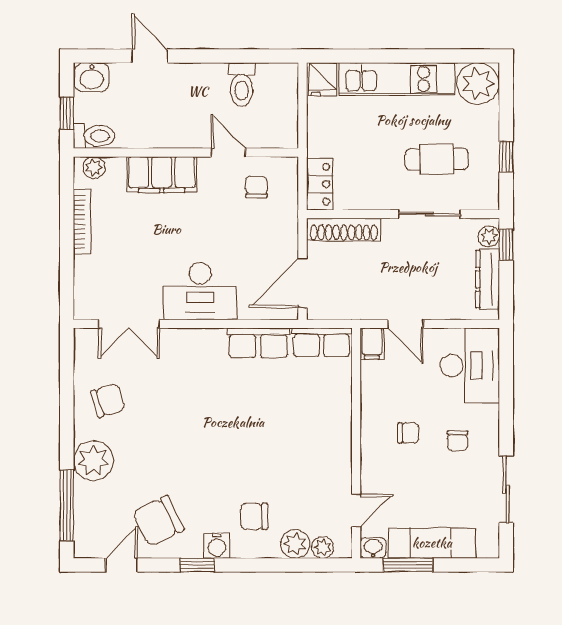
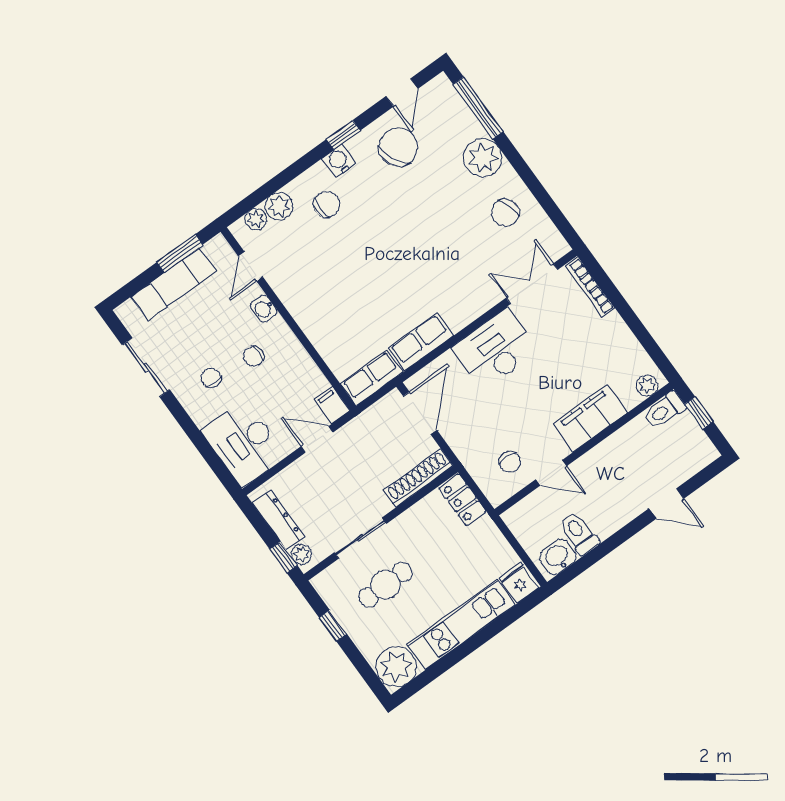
washbasin: (92, 77) -> (558, 557), moved
bookcase: (82, 222) -> (590, 287), moved
washbasin: (373, 548) -> (264, 309), moved, turned 90

